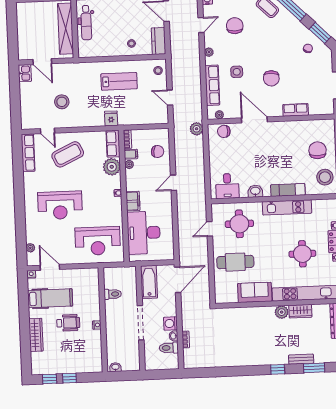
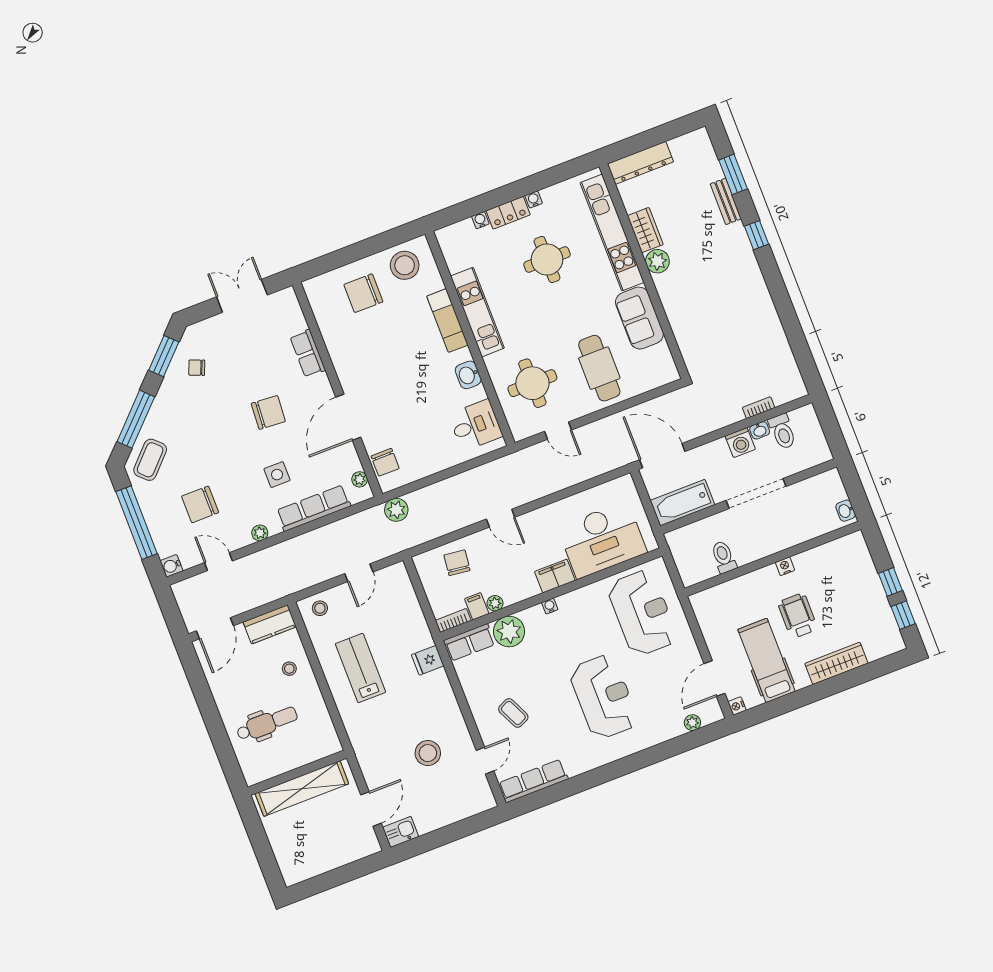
dental chair: (86, 23) -> (267, 724), moved
coffee table: (68, 154) -> (513, 713), width x0.54, depth x0.58

